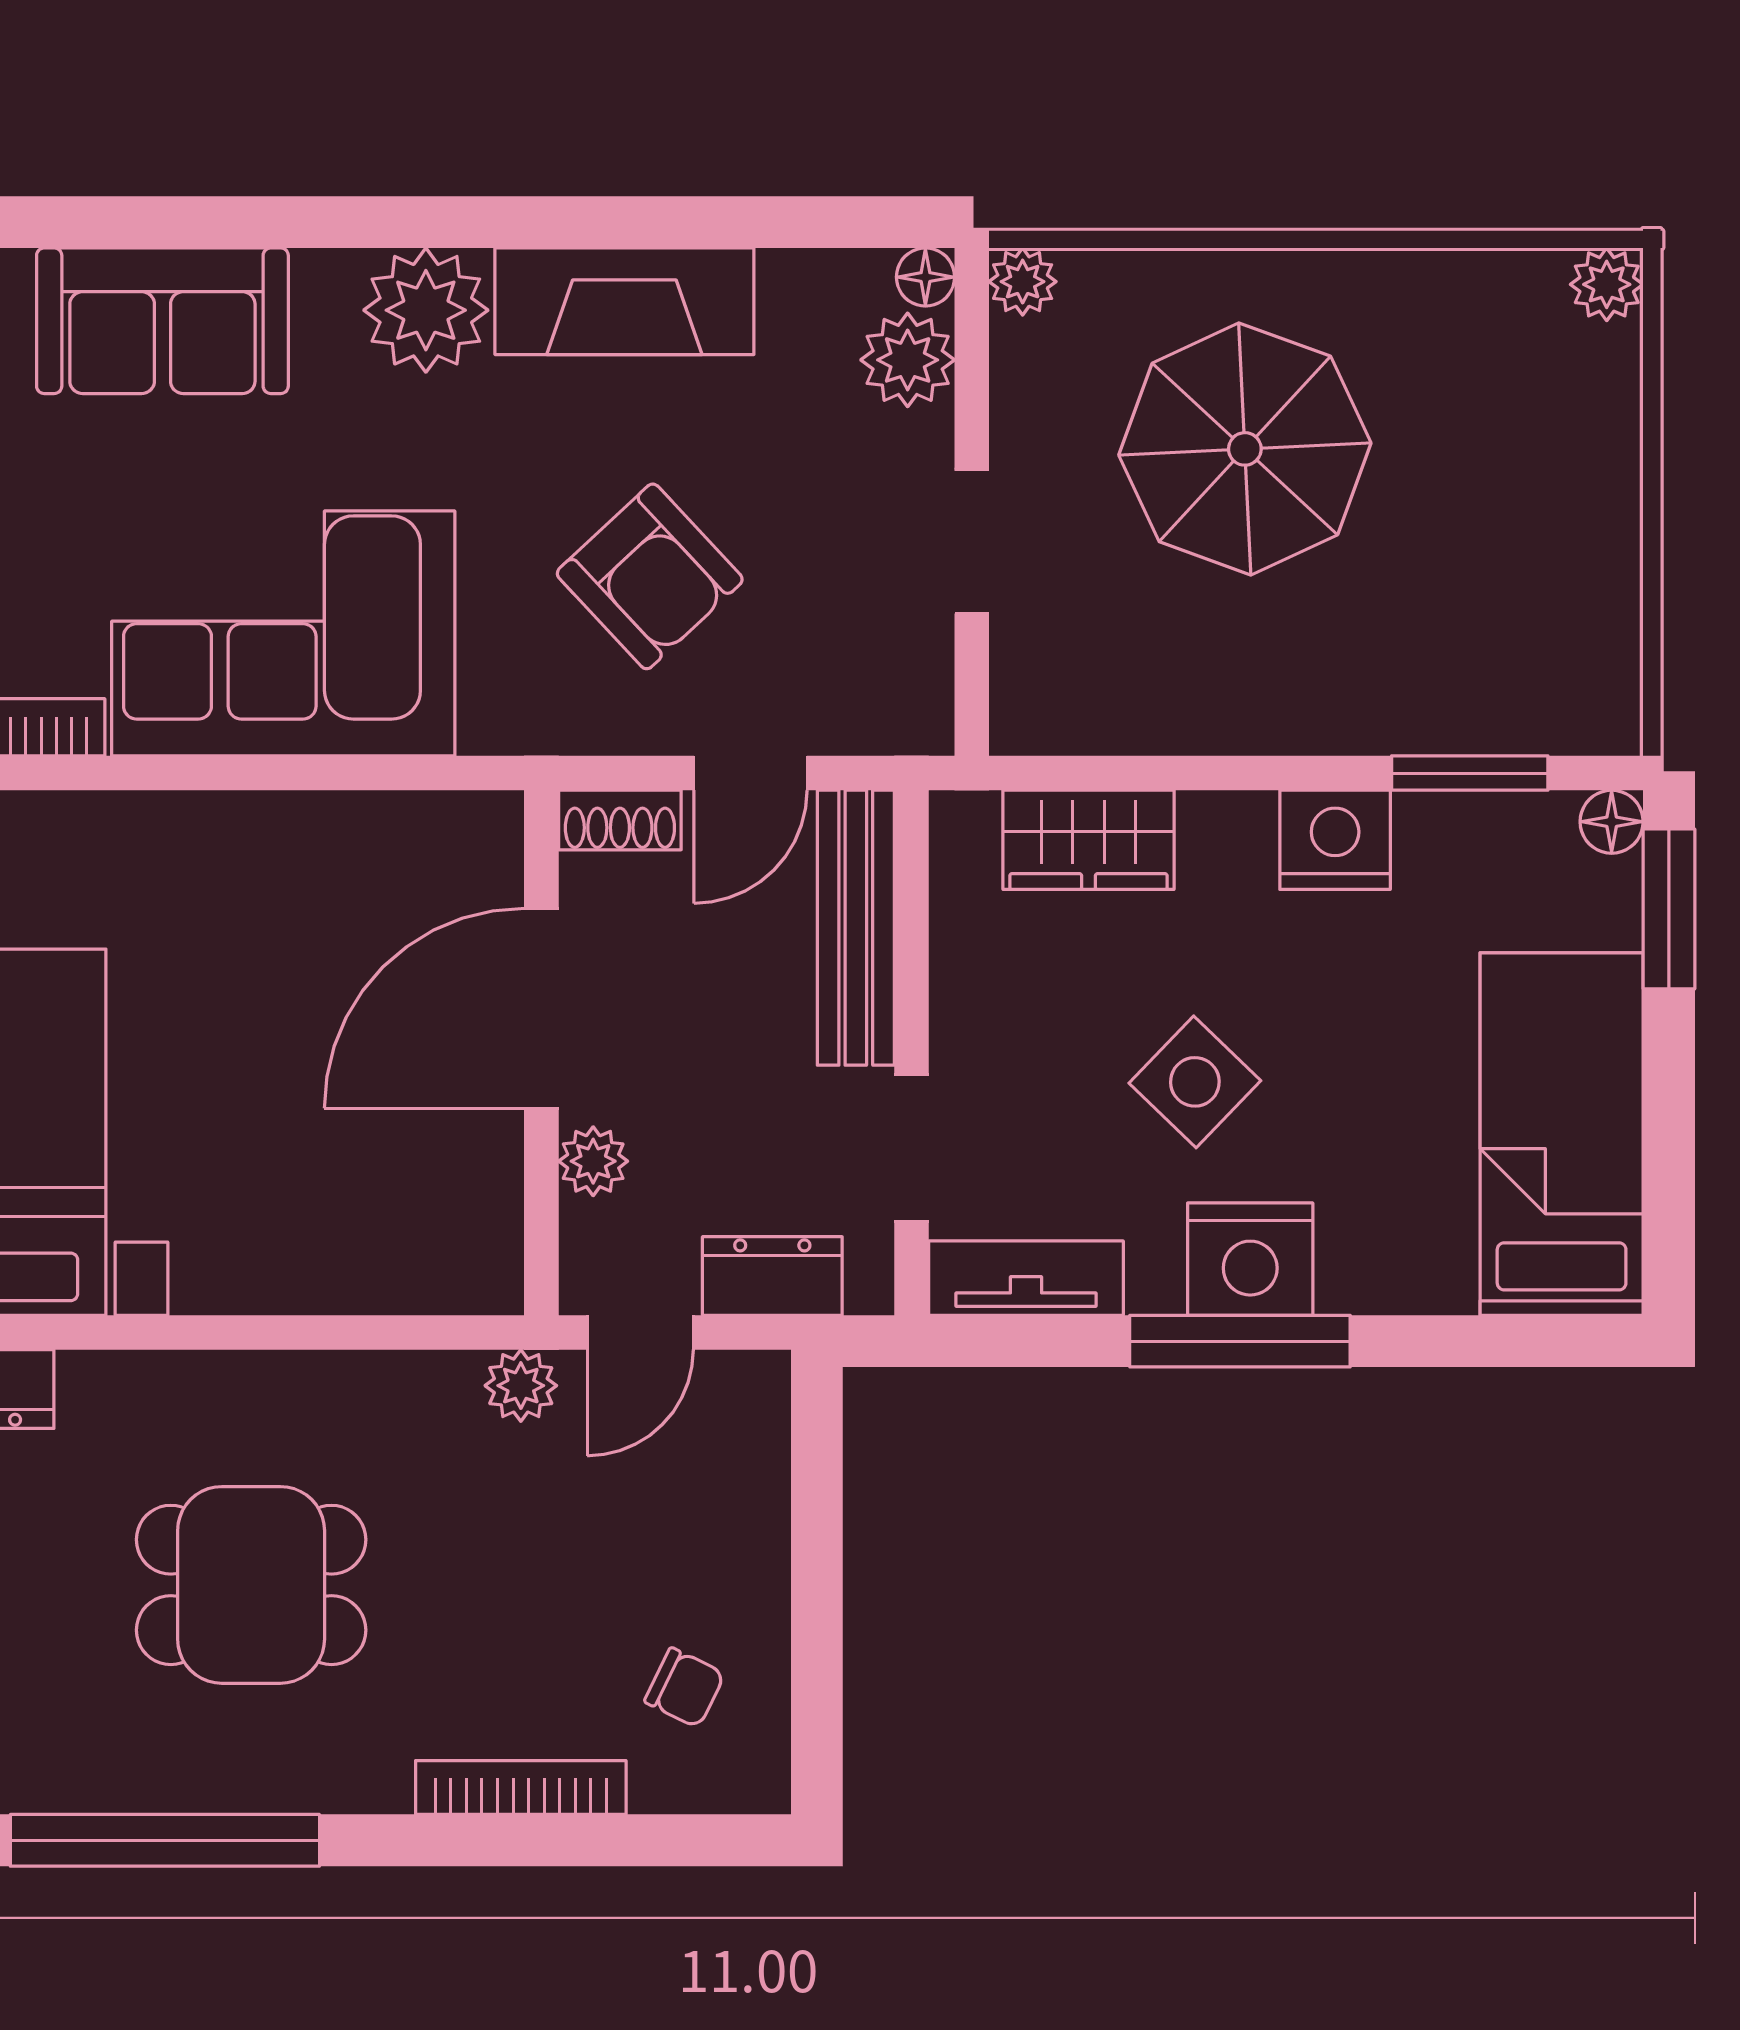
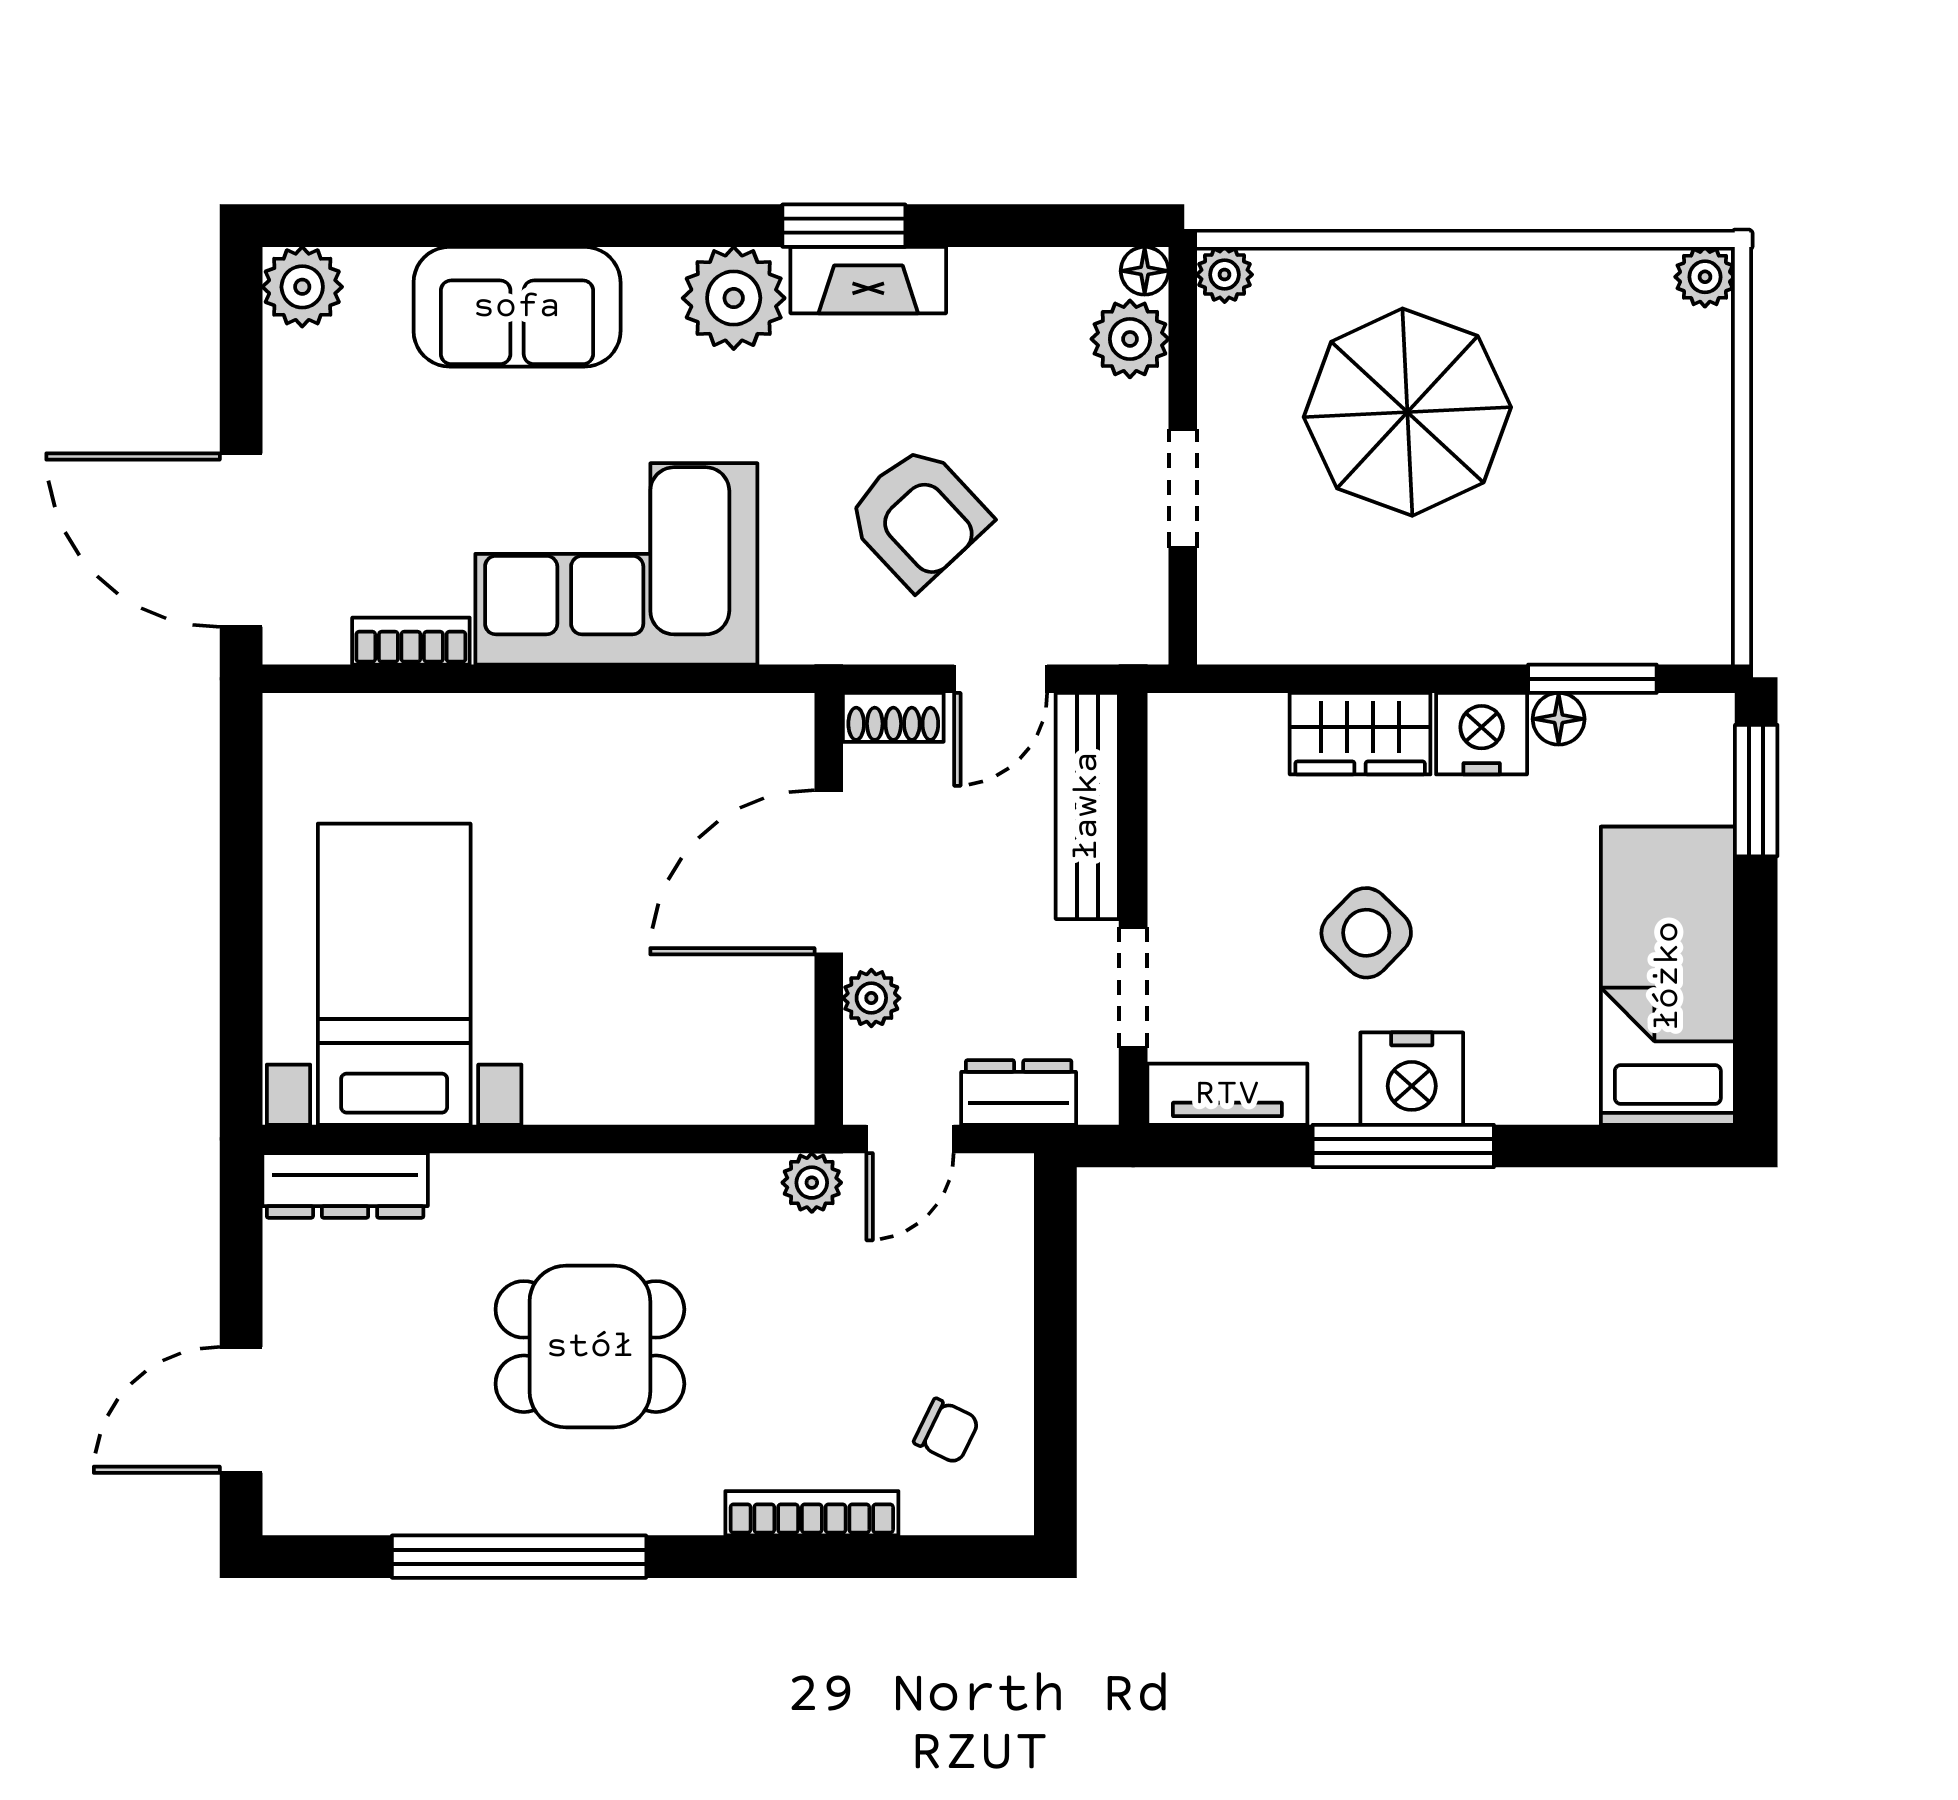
window: (560, 222) -> (844, 226), added
fireplace: (624, 301) -> (868, 280), width x0.73, depth x0.76
floor lamp: (1612, 822) -> (1559, 719), moved
wardrobe: (1088, 840) -> (1360, 734), moved

